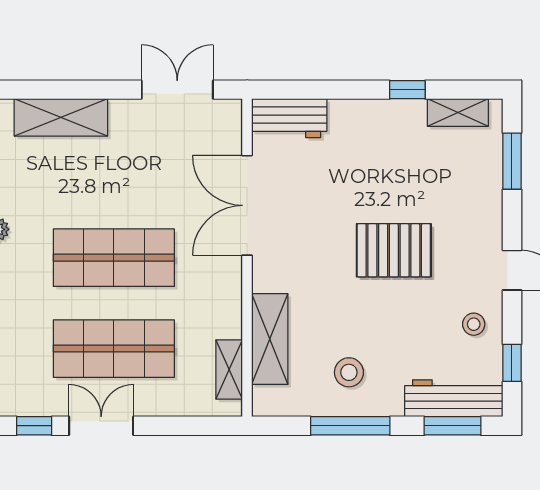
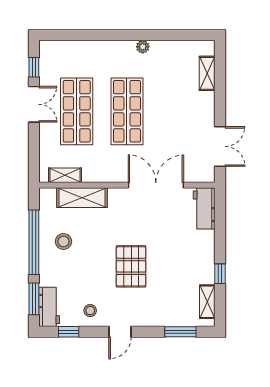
shelving: (61, 117) -> (207, 73), width x0.67, depth x0.75
workbench: (454, 398) -> (49, 307), width x0.73
window: (350, 426) -> (34, 242), width x1.46

